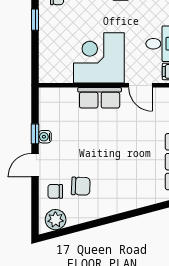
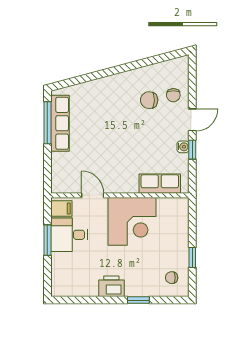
row of seats: (100, 98) -> (160, 184), moved
chair: (55, 191) -> (173, 95), turned 90
plant: (56, 220) -> (173, 68), removed

